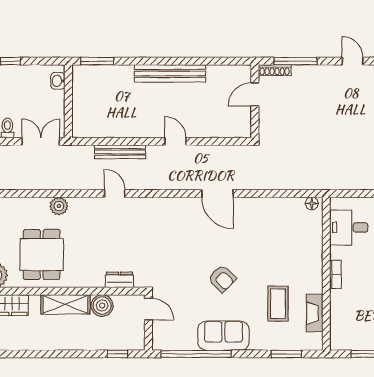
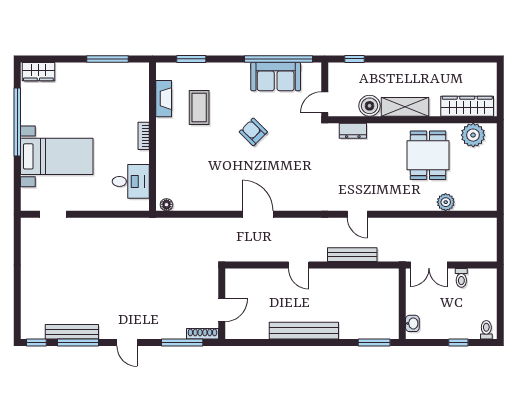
plant: (59, 206) -> (446, 202), moved
door: (148, 309) -> (325, 102), hinge flipped
sofa: (223, 336) -> (276, 77), moved

